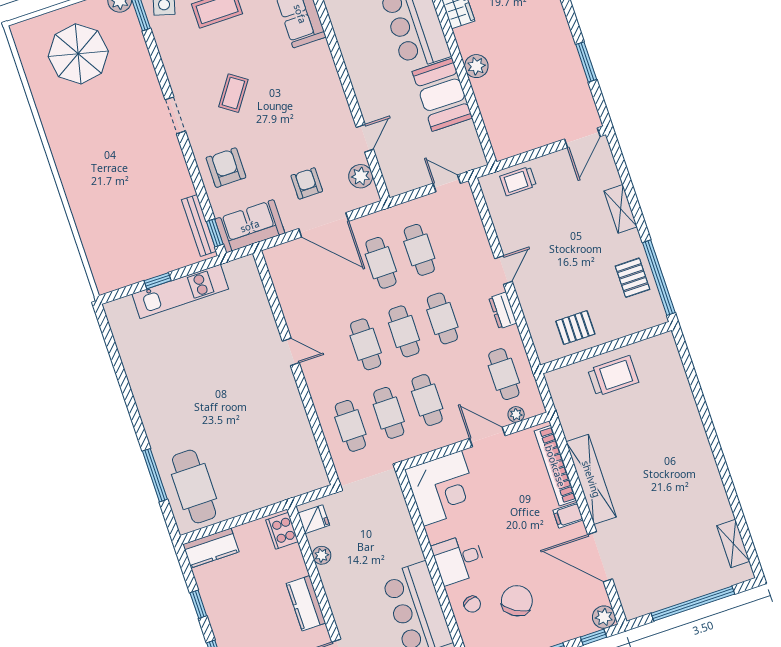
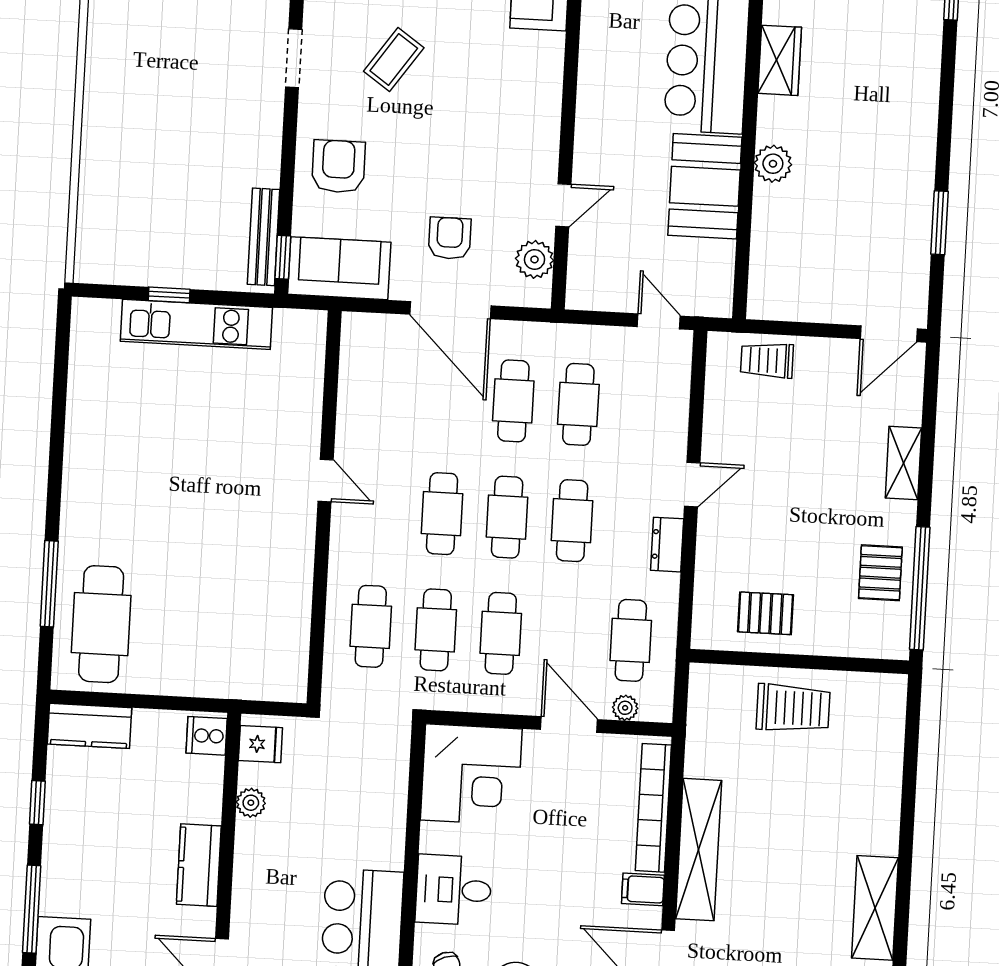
shelving: (706, 473) -> (875, 908), added
cooker: (282, 531) -> (207, 736), width x0.73

